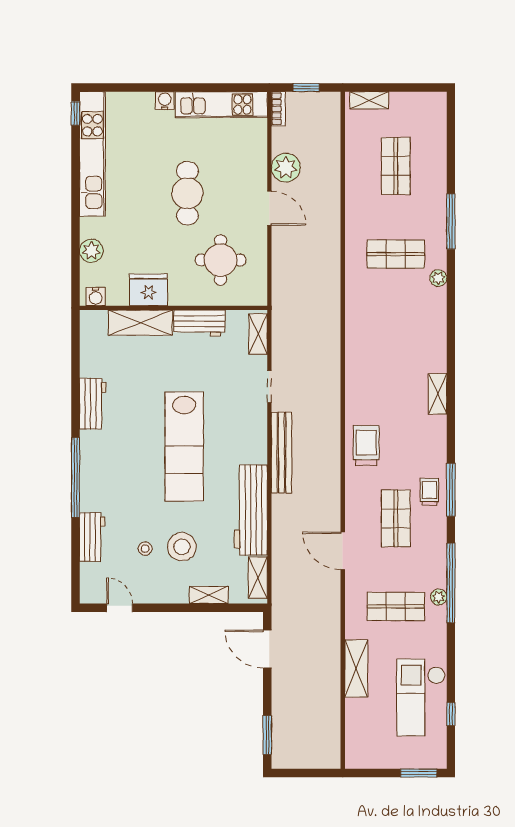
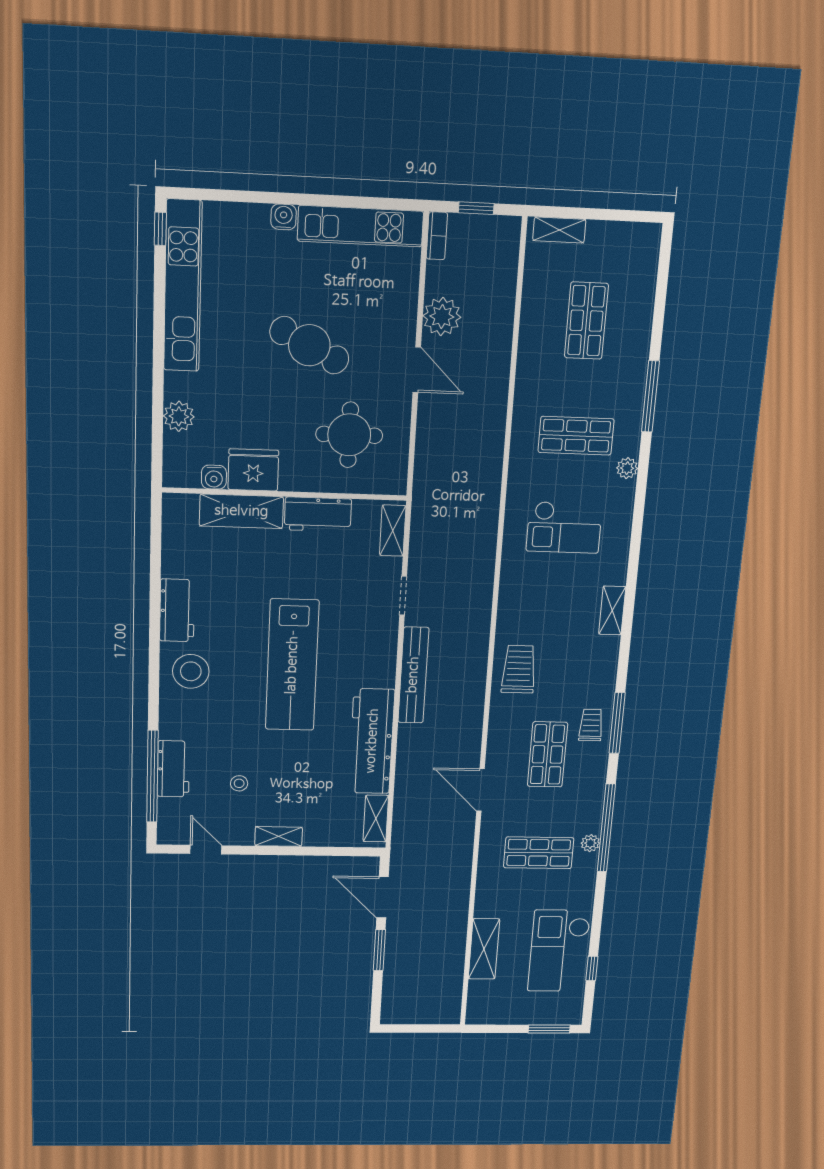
cafe table: (187, 193) -> (309, 345), turned -63
water cooler: (96, 297) -> (214, 477), moved
checkout: (393, 327) -> (564, 527), added
window: (75, 477) -> (152, 776), moved
stool: (182, 547) -> (191, 671), moved
shelving: (209, 595) -> (279, 836), moved
shelving: (356, 668) -> (484, 949), moved
window: (267, 735) -> (379, 950), moved

